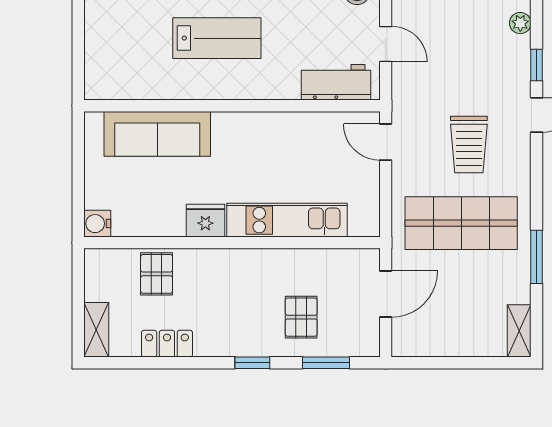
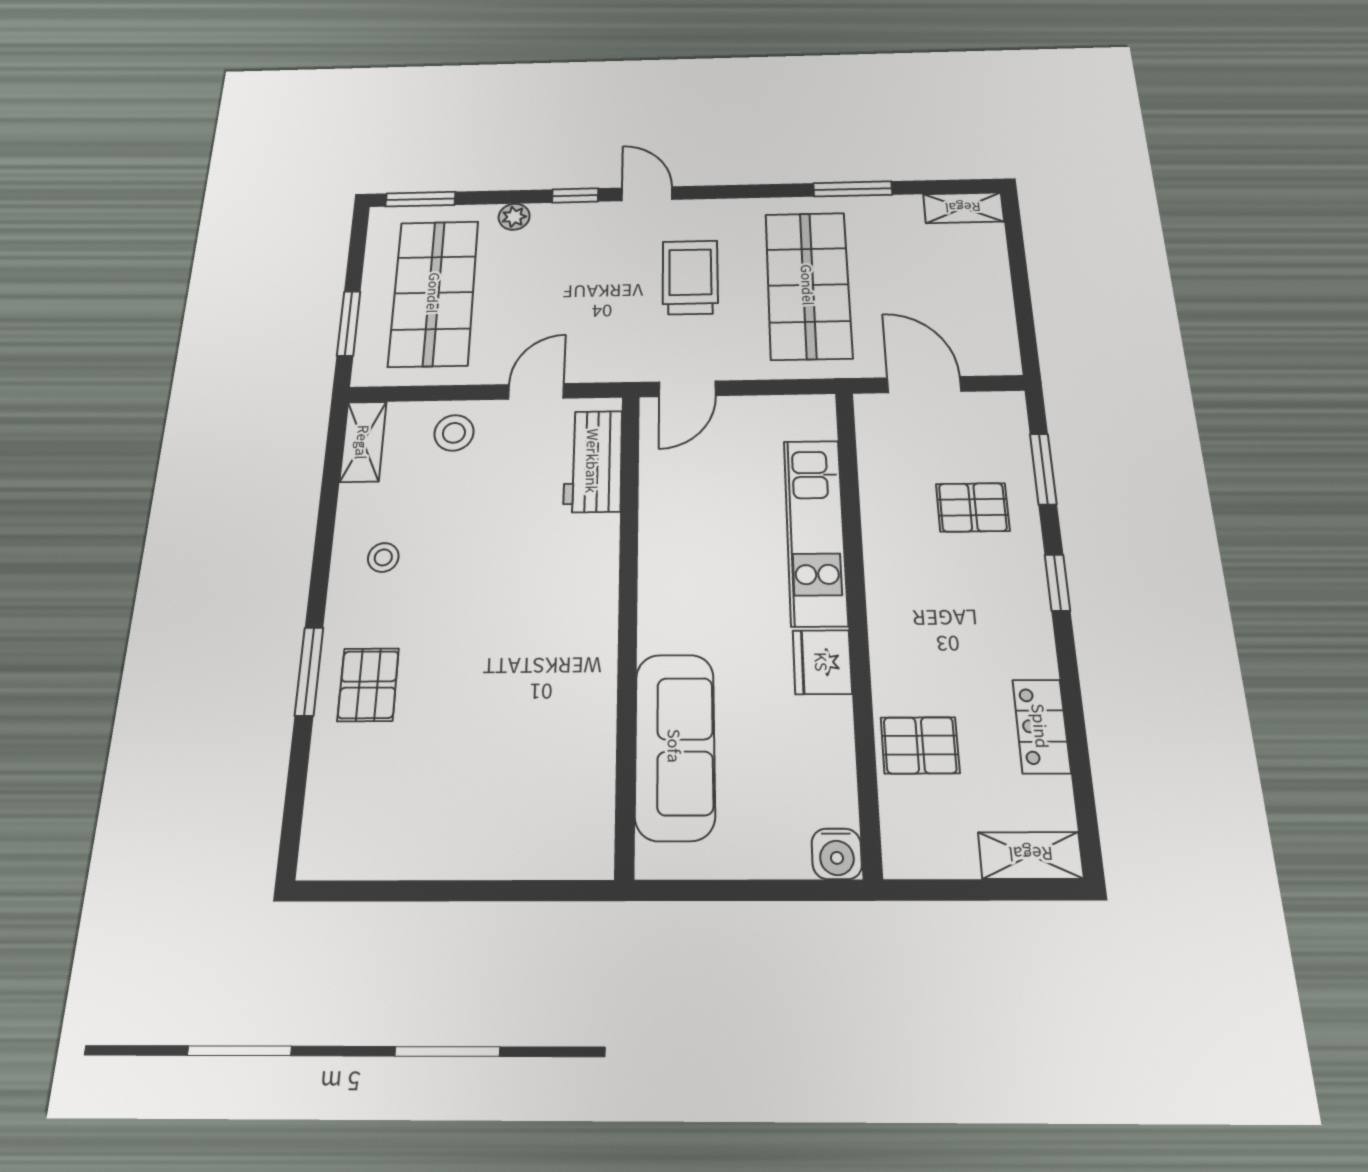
lab bench: (217, 38) -> (514, 646), removed
trolley: (469, 145) -> (690, 277), turned -90

